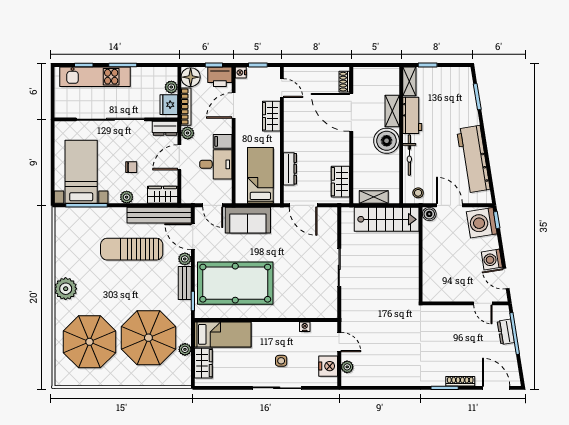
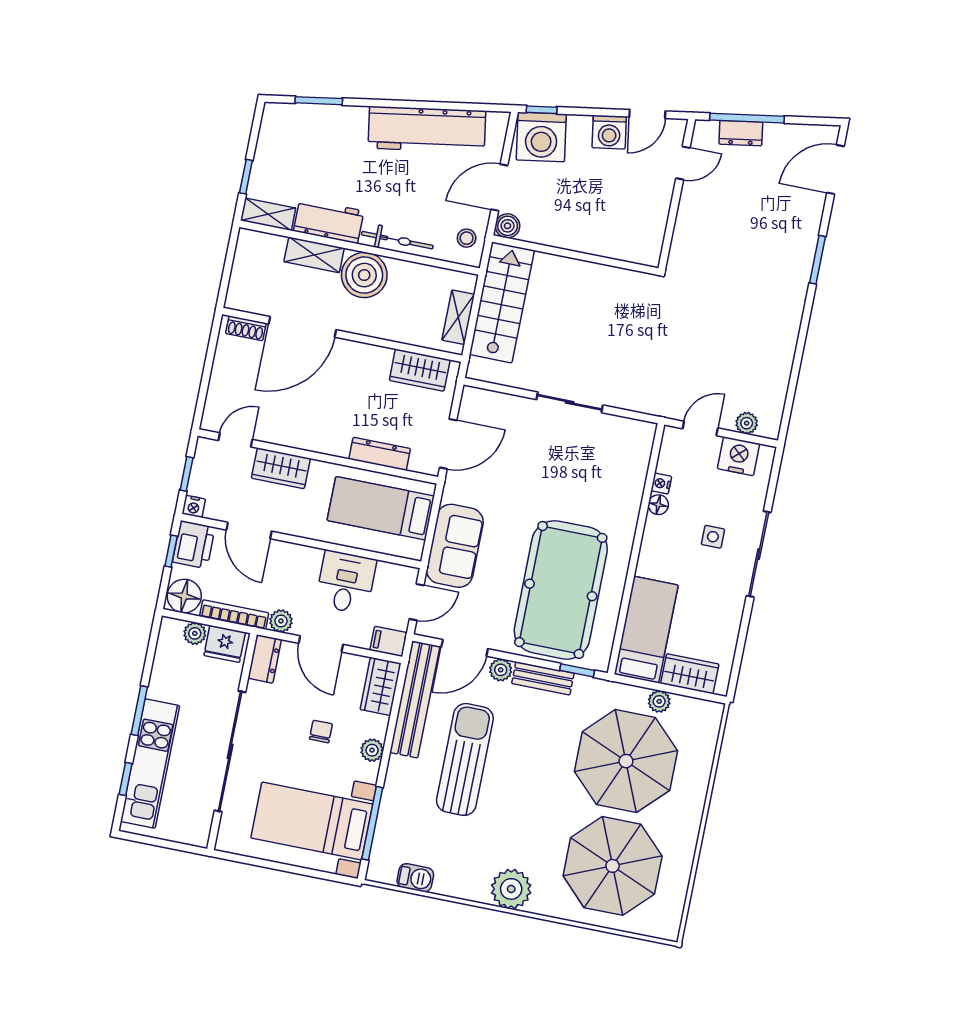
filing cabinet: (223, 141) -> (388, 641), moved, turned 90
barbecue: (61, 235) -> (415, 878), added
sun lounger: (132, 249) -> (465, 759), turned 180
floor lamp: (293, 327) -> (658, 505), added
shoe rack: (460, 381) -> (811, 230), removed

